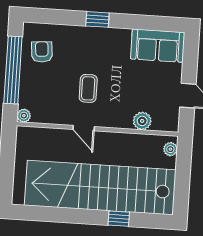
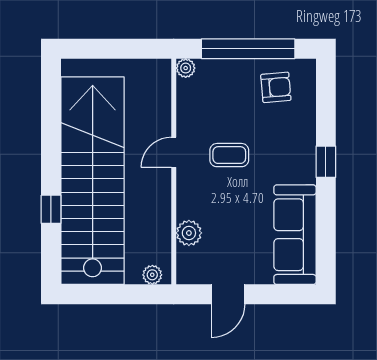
sofa: (158, 46) -> (295, 235), width x1.36

